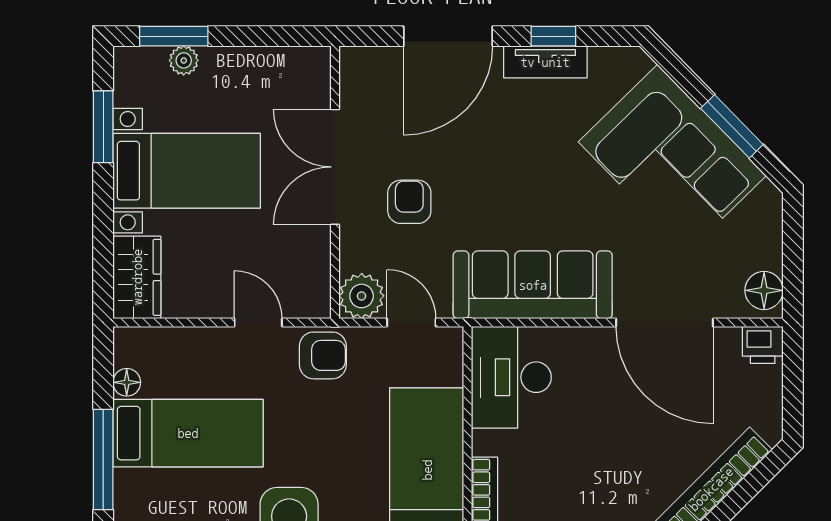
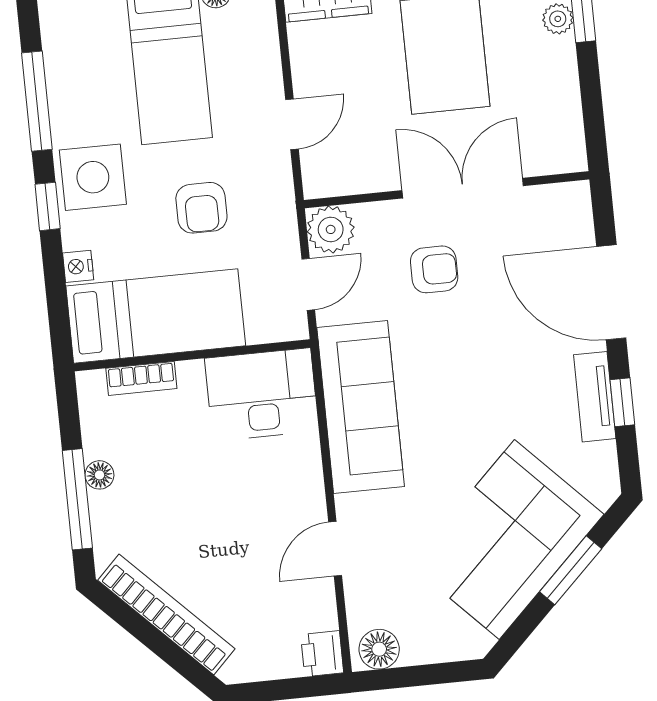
window: (732, 126) -> (571, 570), moved
door: (665, 323) -> (335, 549), width x0.53
armchair: (323, 355) -> (201, 208), moved

